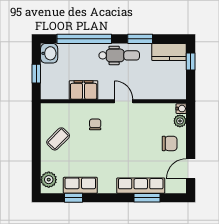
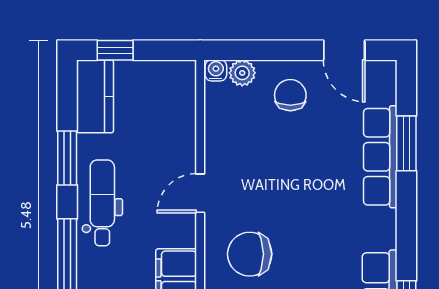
chair: (95, 124) -> (250, 254), width x1.87, depth x1.87

